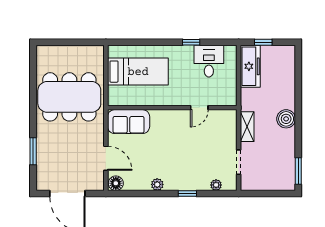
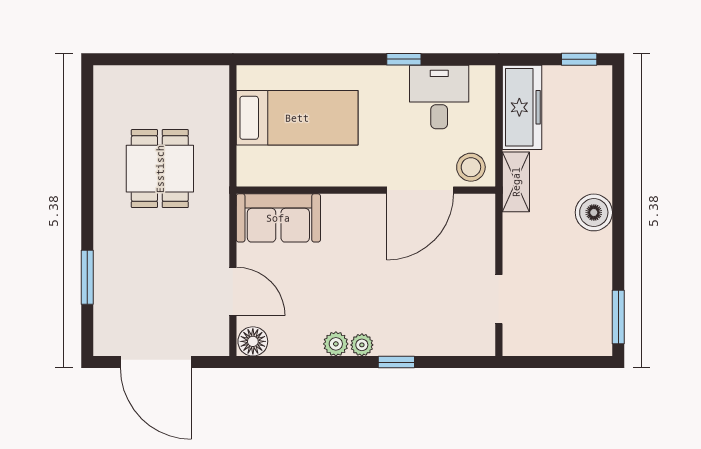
window: (263, 42) -> (579, 59), moved
stool: (225, 96) -> (471, 167), added
dining table: (69, 97) -> (160, 169), width x0.53, depth x0.80
door: (199, 108) -> (420, 190), width x1.87
shelving: (247, 127) -> (516, 182), moved
plant: (216, 185) -> (362, 345), moved

